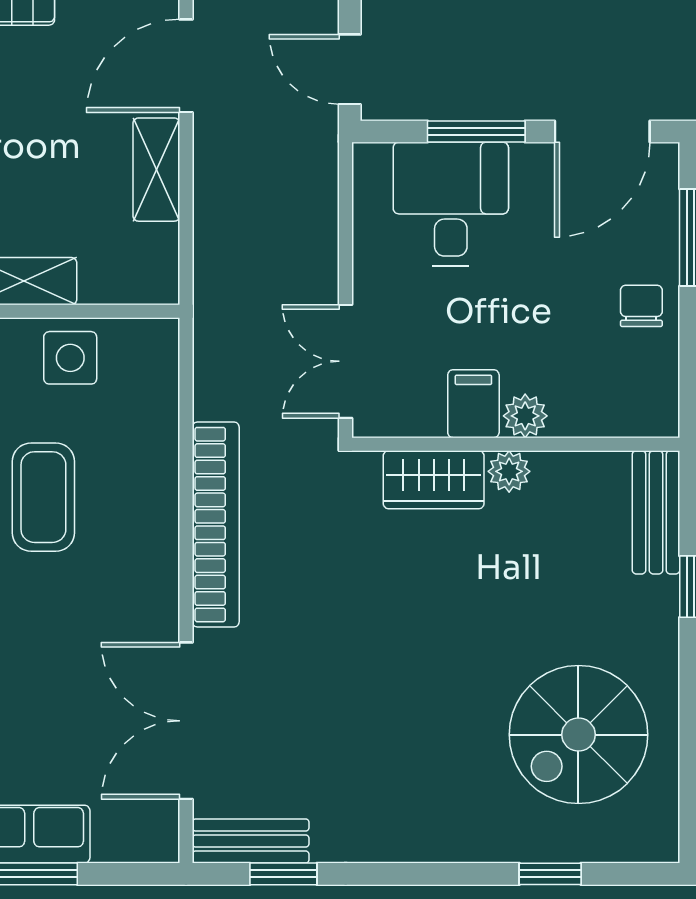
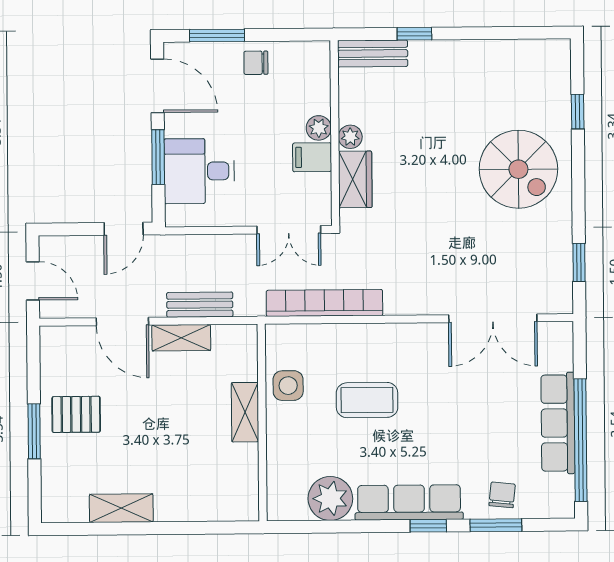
bookcase: (216, 525) -> (324, 303), moved
spiral stairs: (578, 735) -> (518, 169), moved
bench: (251, 841) -> (200, 305), moved, turned 90

